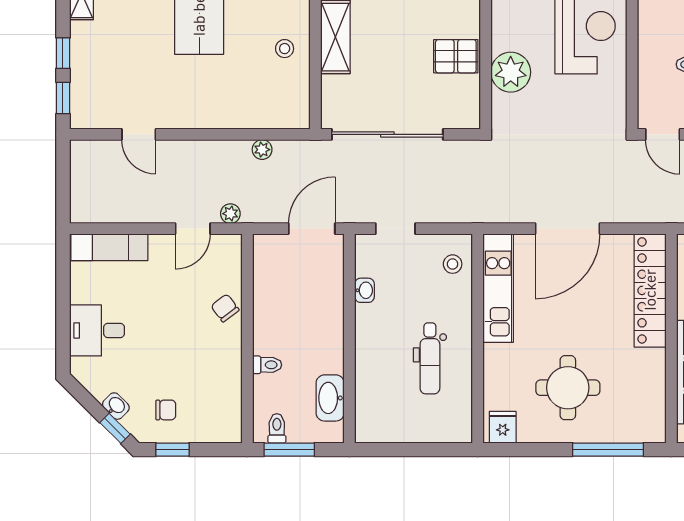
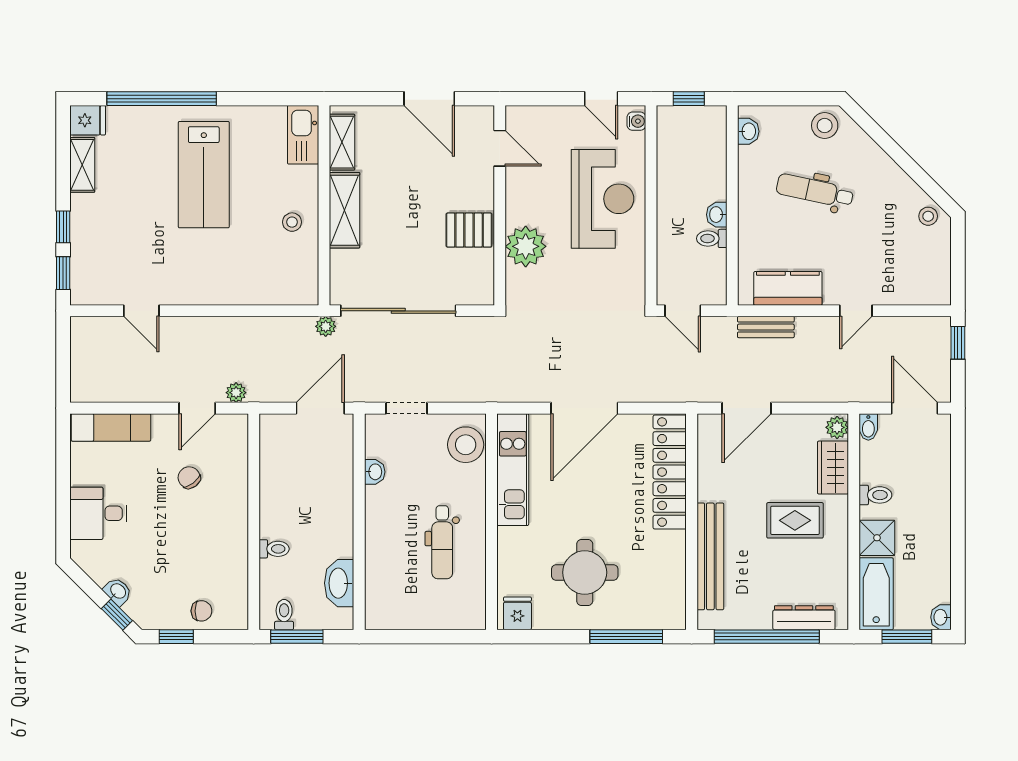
plant: (262, 150) -> (326, 326), moved
stool: (453, 264) -> (466, 445), width x1.89, depth x1.89
chair: (225, 308) -> (189, 478), moved
chair: (166, 410) -> (201, 611), moved

